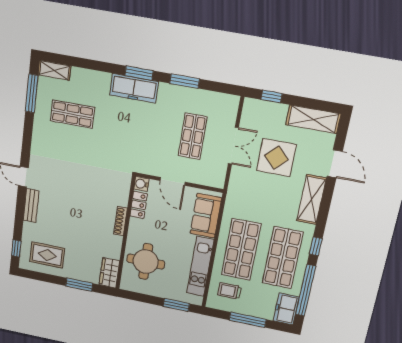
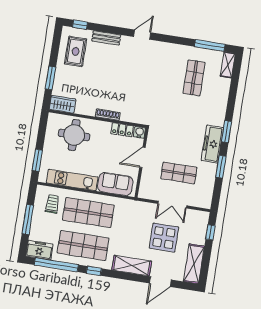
freezer: (134, 88) -> (212, 144), moved
bench: (31, 206) -> (106, 38), moved

